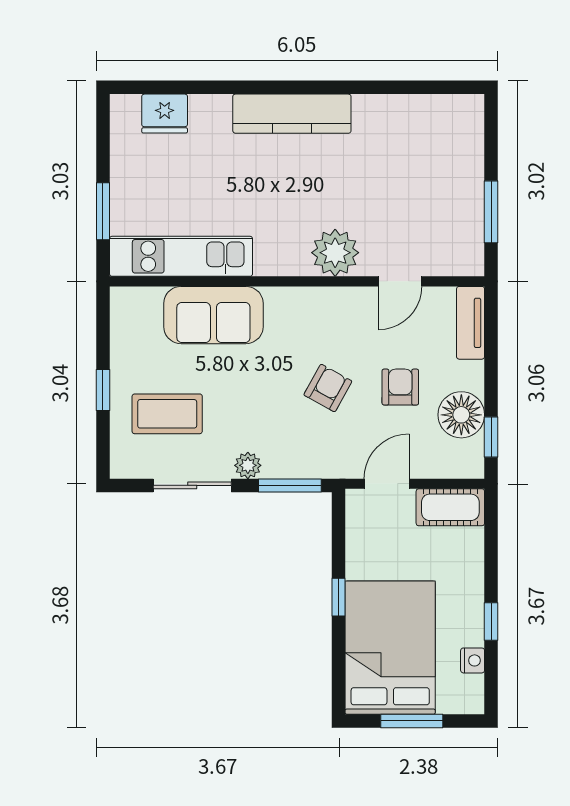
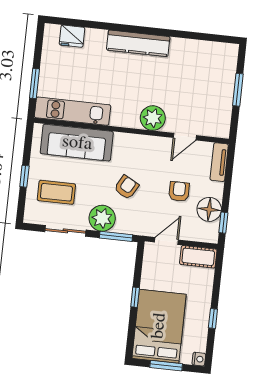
window: (491, 212) -> (238, 90), moved
sofa: (213, 315) -> (77, 143), width x1.36
armchair: (328, 388) -> (126, 187), moved
plant: (248, 465) -> (102, 218), width x1.87, depth x1.87
nightstand: (473, 660) -> (199, 359), moved

